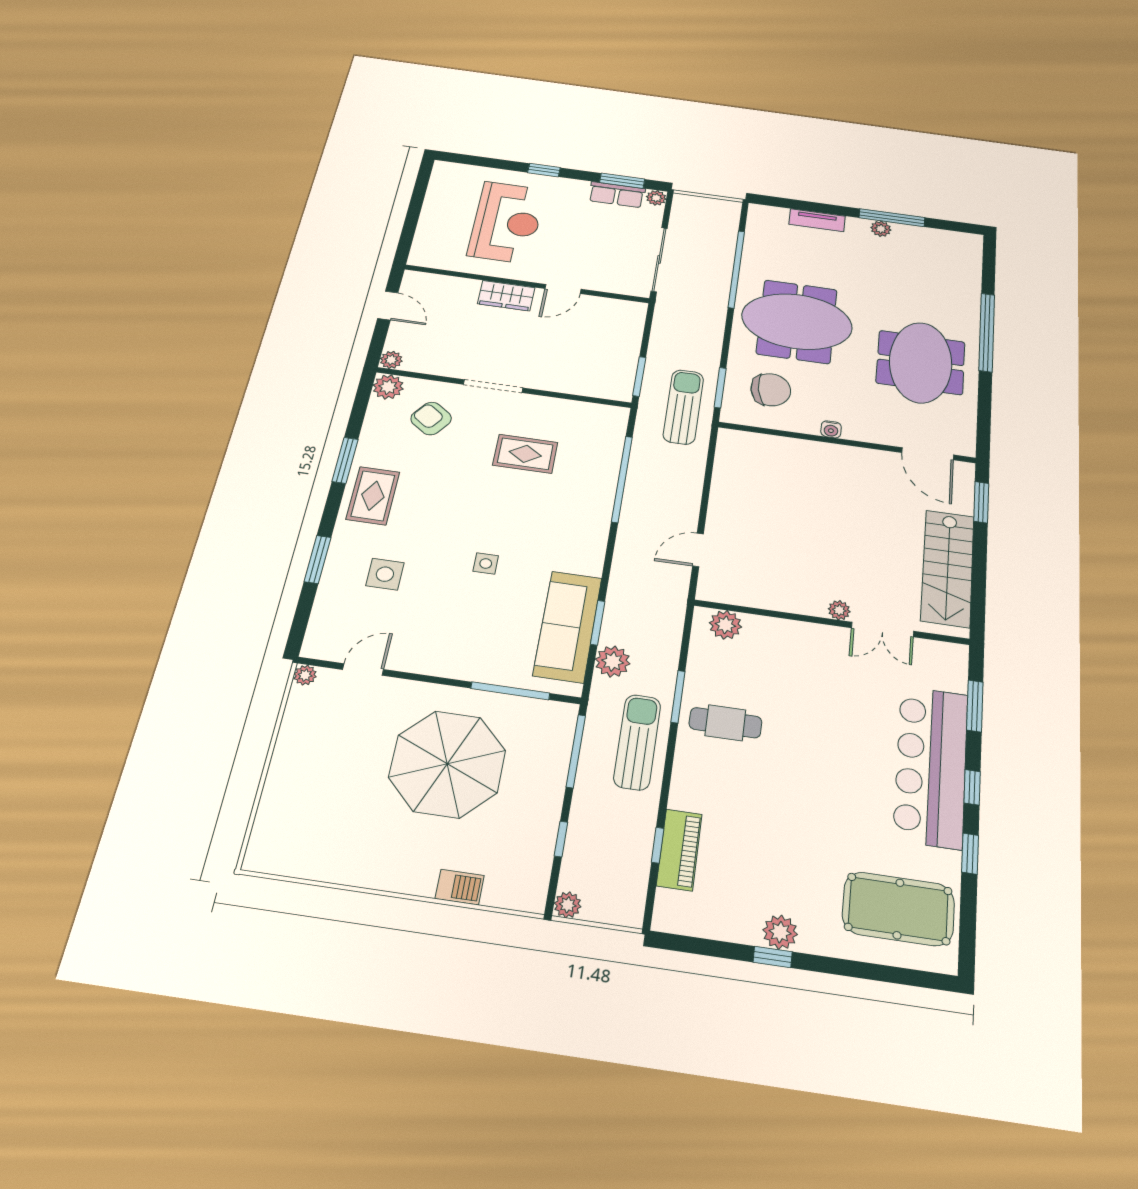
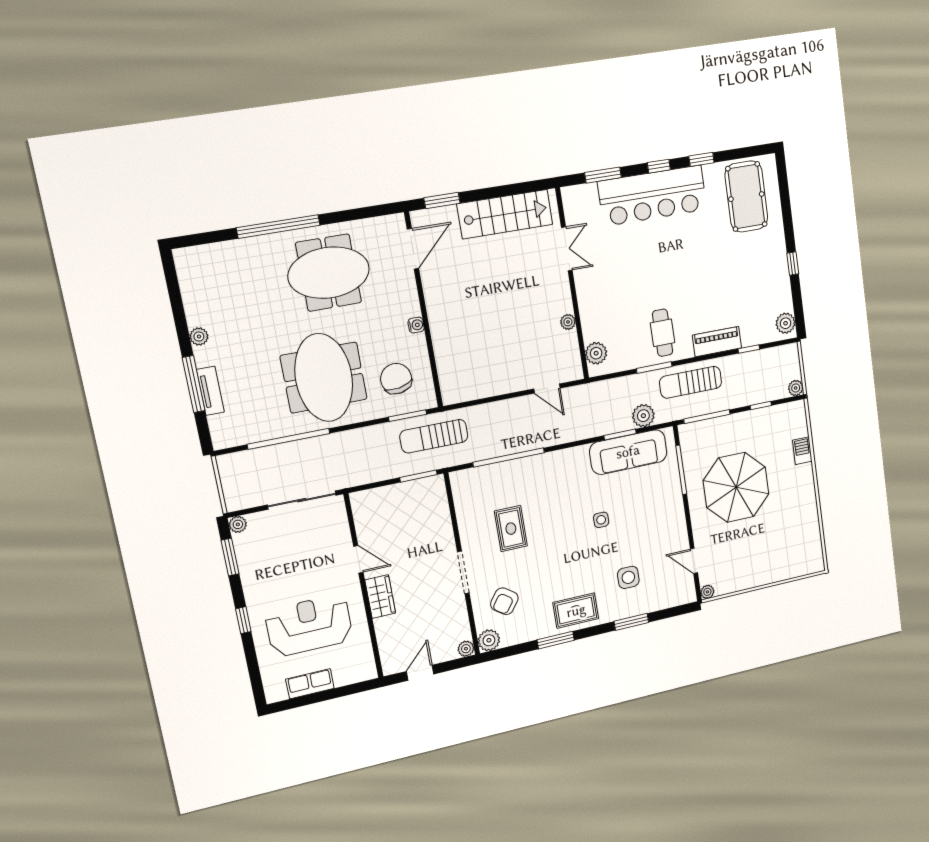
row of seats: (617, 195) -> (310, 684), moved, turned -90
window: (892, 218) -> (194, 384), moved
plant: (839, 610) -> (568, 322), moved
piano: (679, 850) -> (717, 342), moved
plant: (780, 932) -> (786, 323), moved

